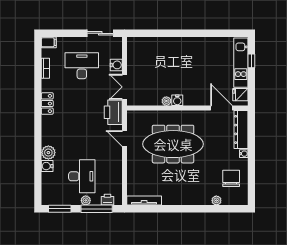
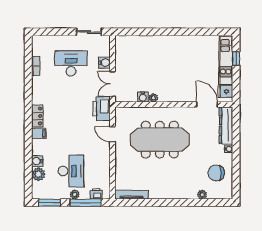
filing cabinet: (49, 42) -> (39, 133), moved
water cooler: (177, 100) -> (143, 97), moved
locker: (47, 104) -> (37, 116), moved
plant: (48, 153) -> (38, 174), moved
chair: (231, 178) -> (216, 173), turned -90

